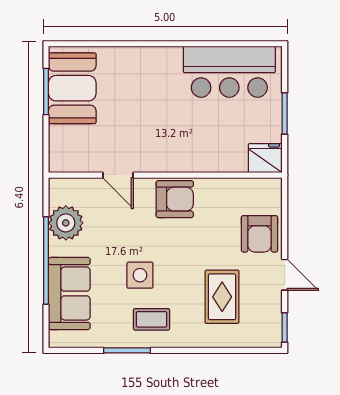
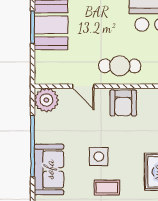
cafe table: (170, 146) -> (120, 66), added
armchair: (175, 199) -> (123, 103), turned 90
plant: (66, 223) -> (46, 100), moved

